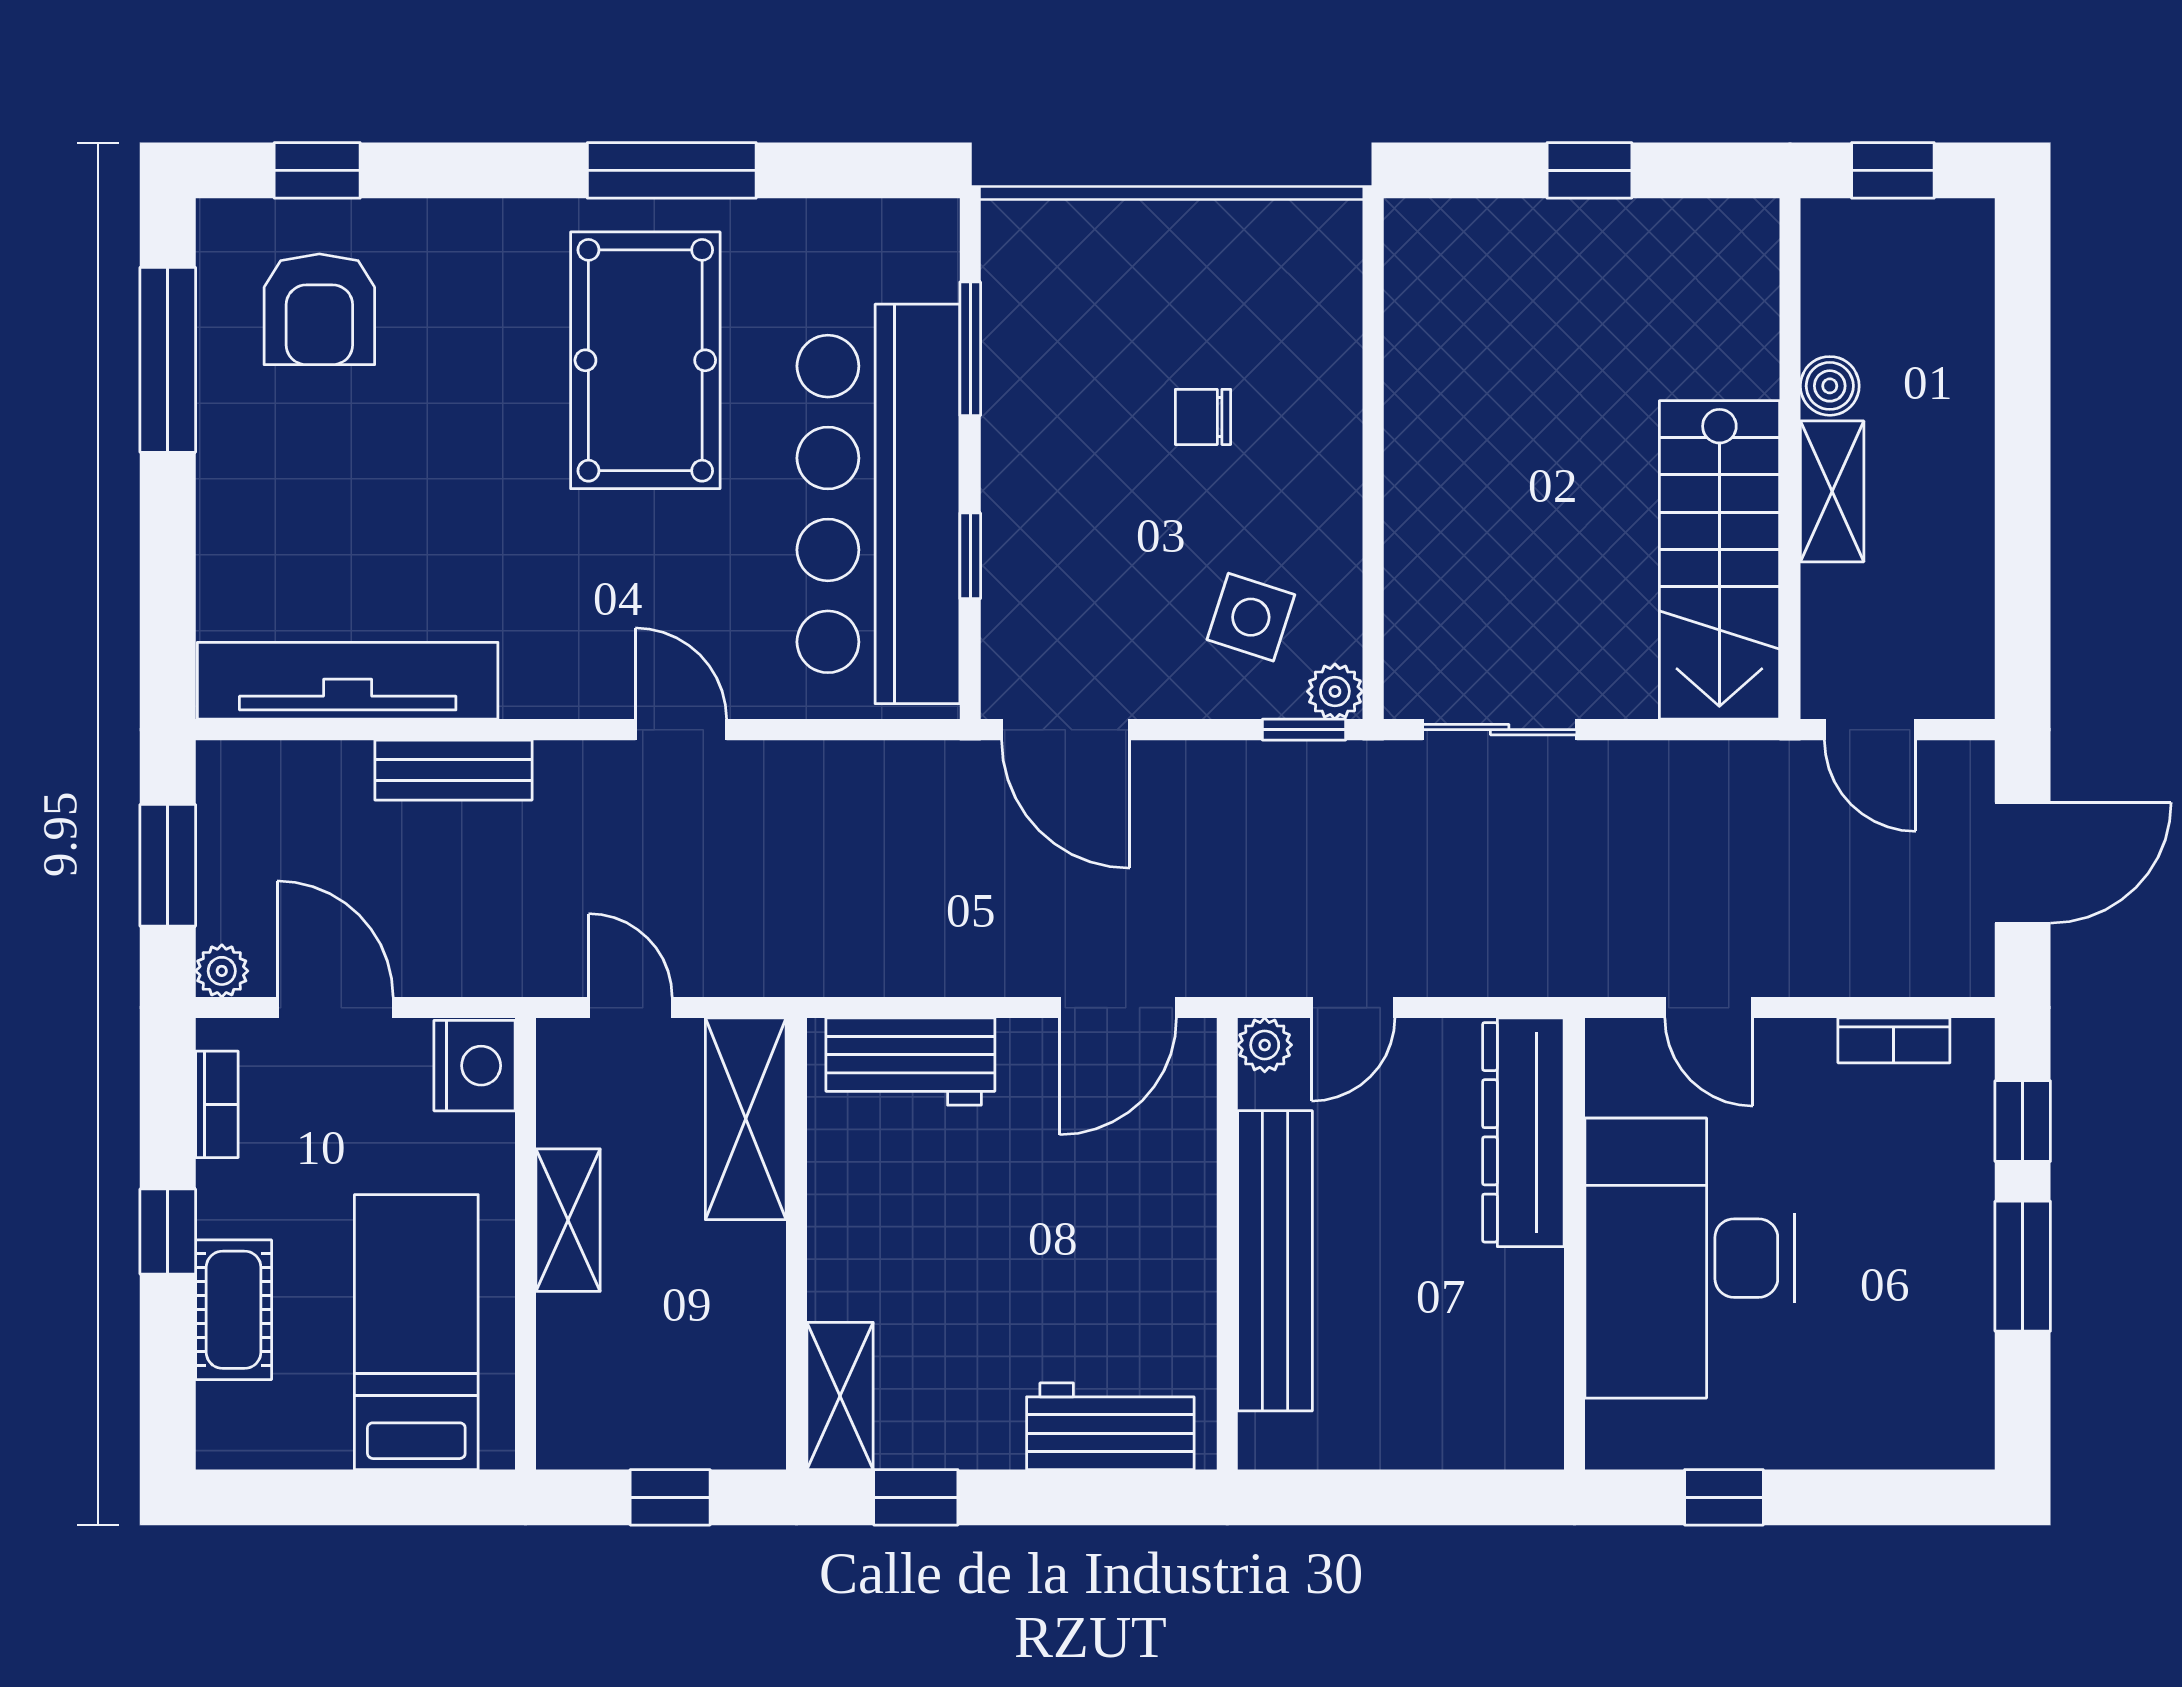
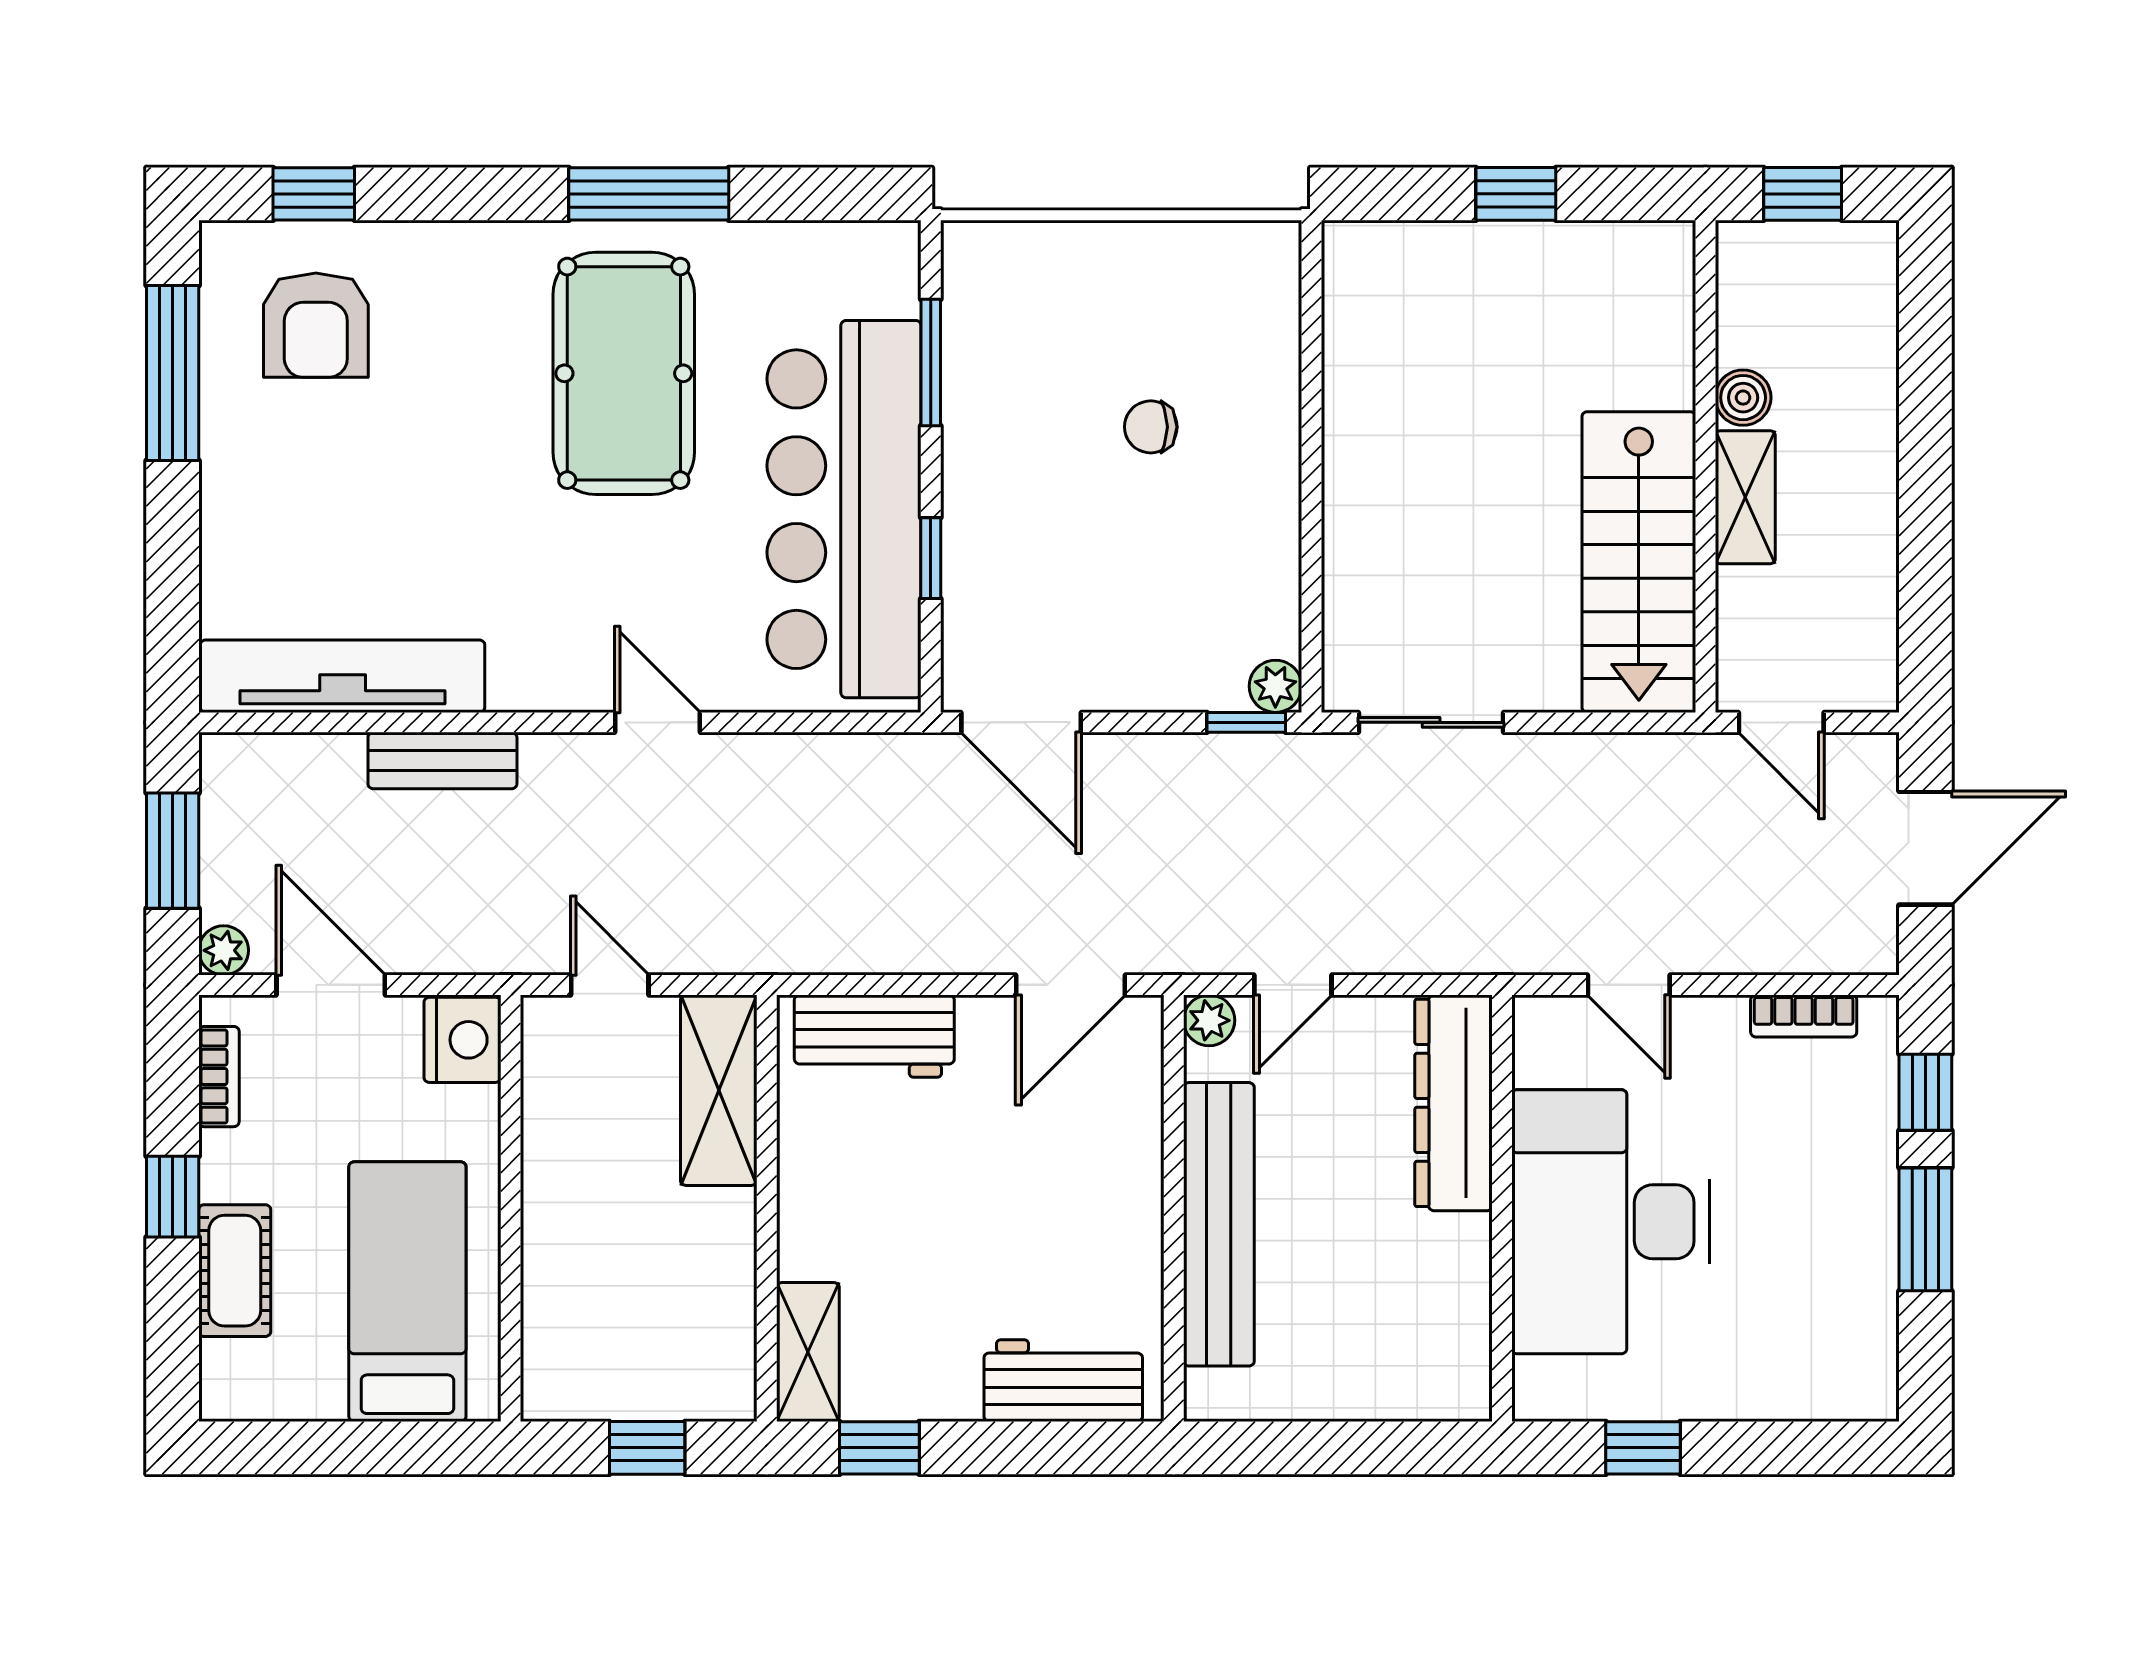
side table: (1251, 617) -> (1196, 616), removed
shelving: (568, 1220) -> (551, 1186), removed

